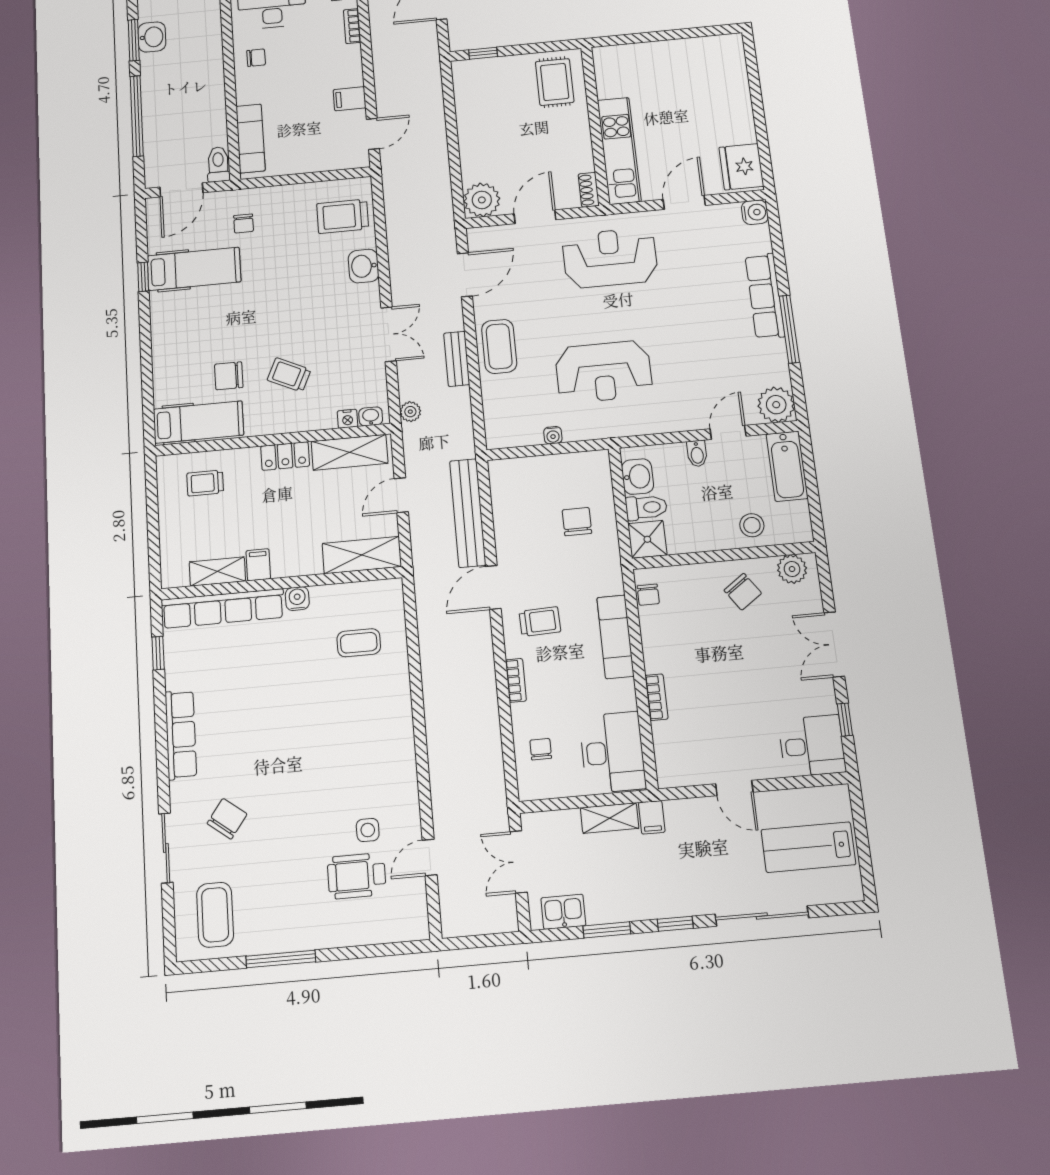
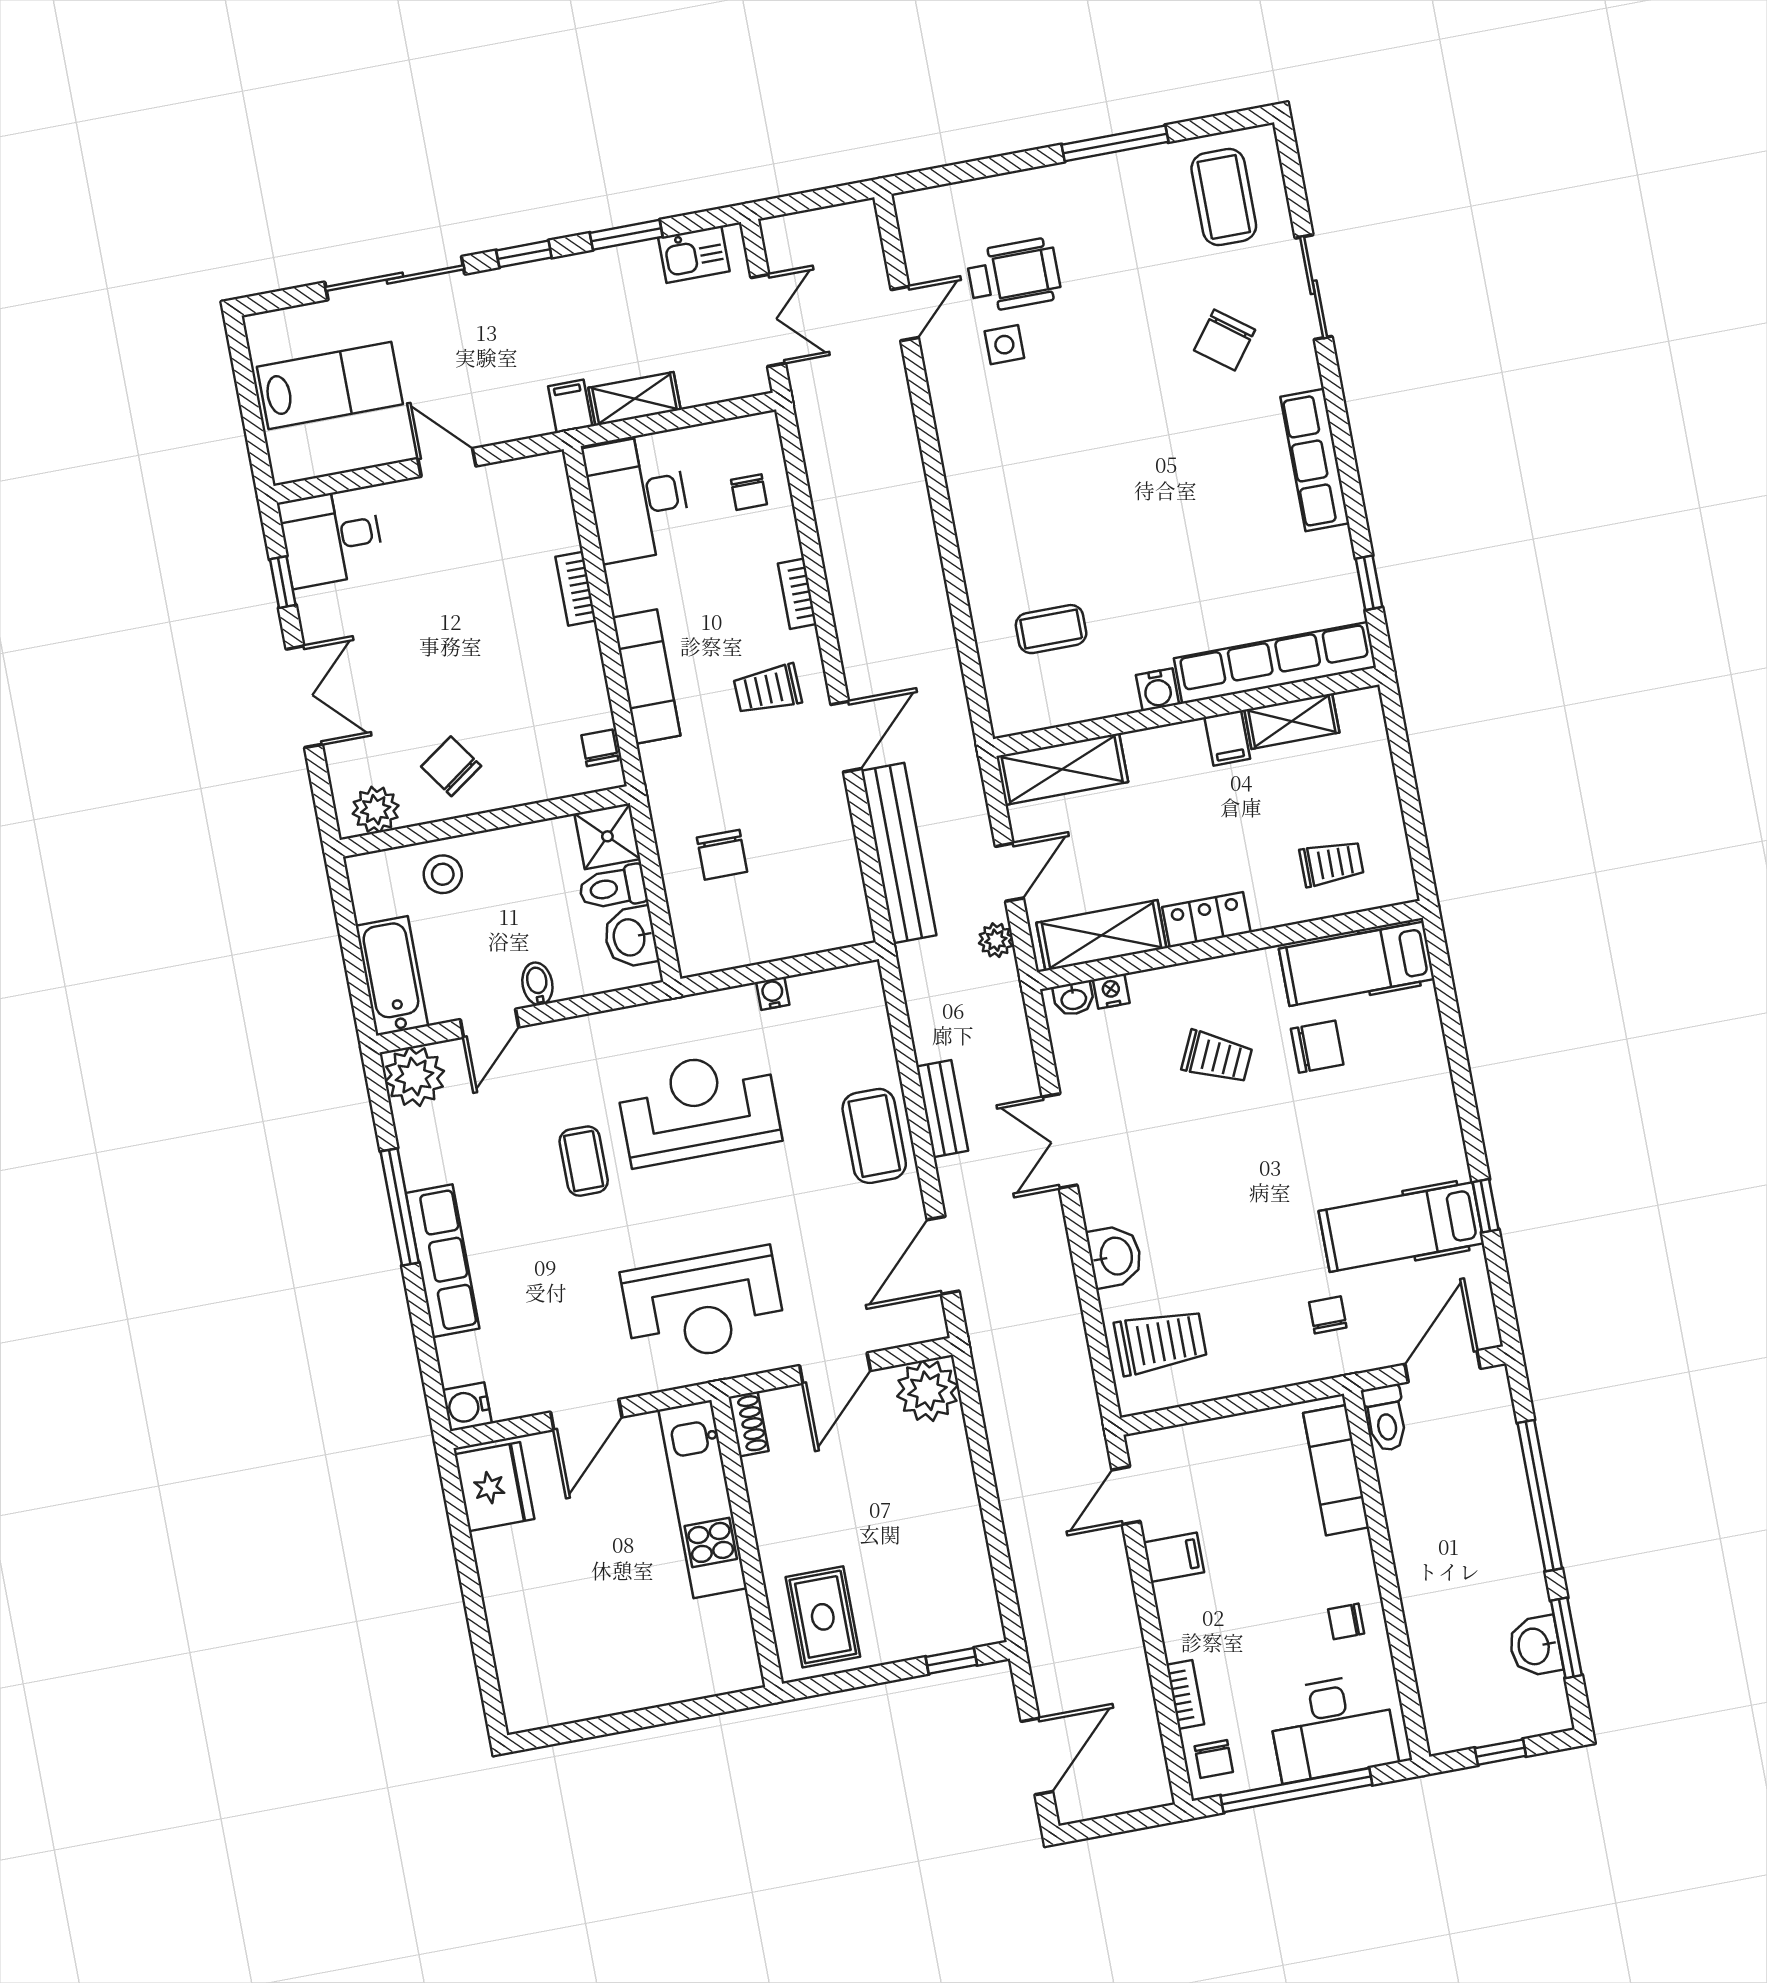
coffee table: (676, 346) -> (584, 1161), added
plant: (410, 412) -> (996, 940), moved

